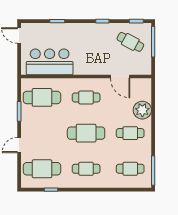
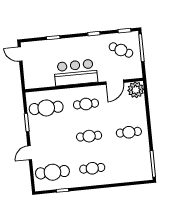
bar counter: (50, 62) -> (76, 73), moved
door: (120, 76) -> (115, 82), hinge flipped
plant: (142, 110) -> (136, 90), moved
cafe table: (86, 133) -> (89, 136), width x0.73, depth x0.74
cafe table: (130, 169) -> (132, 164), removed

